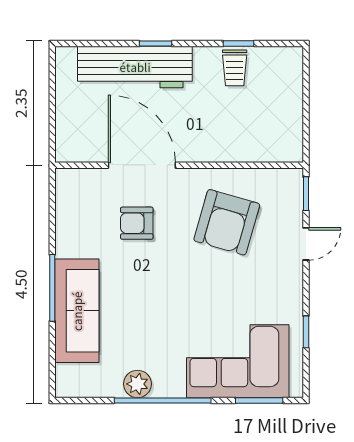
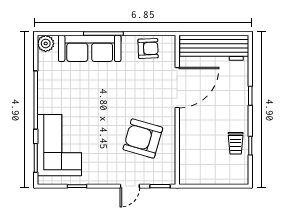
workbench: (135, 67) -> (214, 48), moved, turned -90
trolley: (235, 68) -> (236, 143), turned -90
armchair: (137, 223) -> (148, 48), moved, turned 88
door: (306, 244) -> (130, 186), hinge flipped
plant: (137, 384) -> (46, 43), moved

